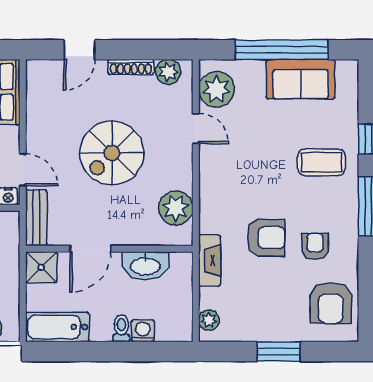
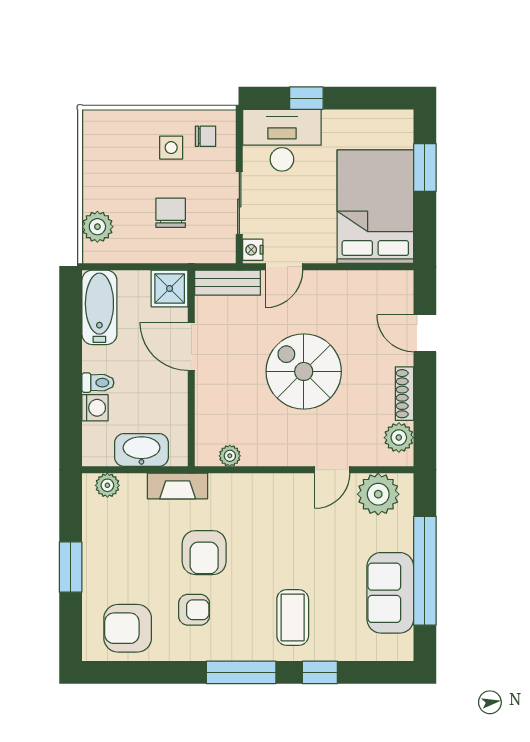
plant: (176, 208) -> (230, 456), width x0.53, depth x0.53
washbasin: (145, 266) -> (141, 450), moved, turned 90

